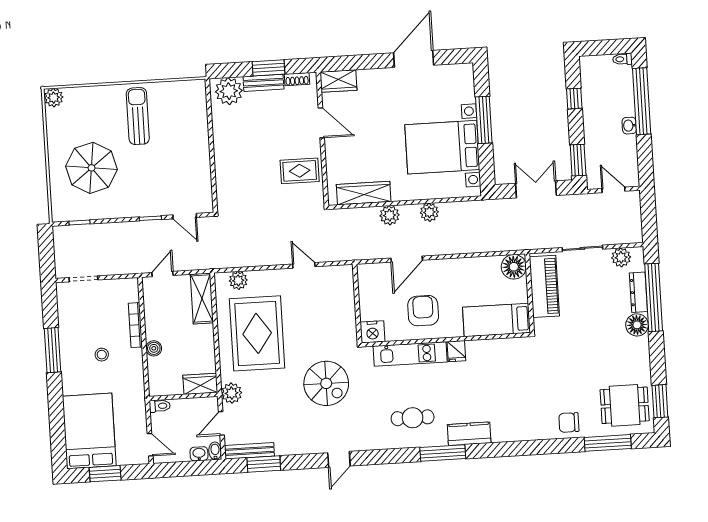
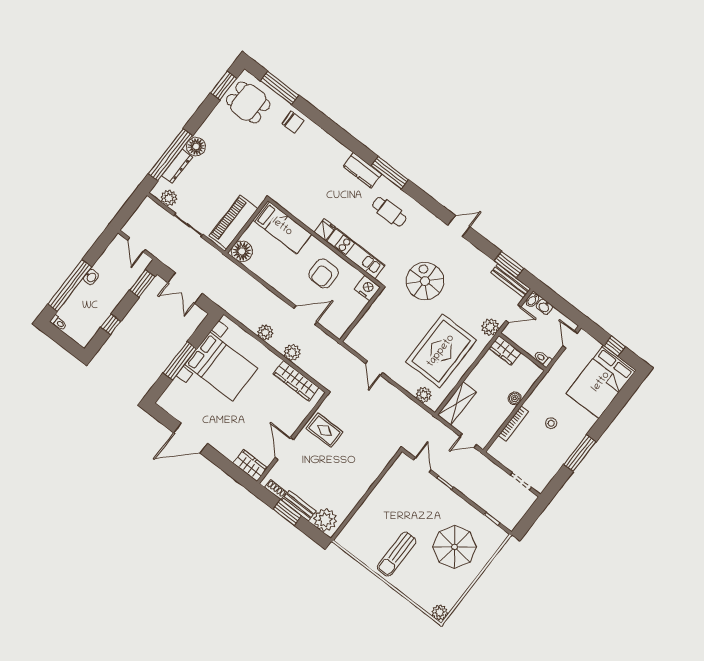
window: (105, 474) -> (615, 346), width x0.67

